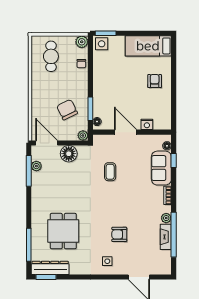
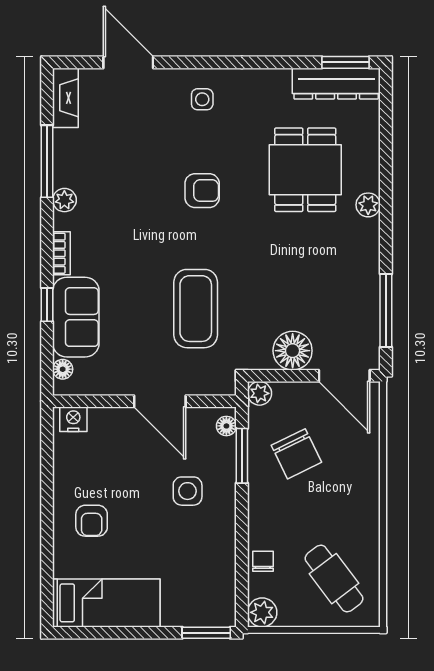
side table: (102, 44) -> (188, 491), moved
cafe table: (51, 56) -> (334, 579), turned -37
nightstand: (147, 124) -> (73, 419), moved
window: (174, 161) -> (47, 305), moved
plant: (36, 166) -> (368, 205), moved
coffee table: (110, 172) -> (196, 309), width x1.86, depth x1.72
armchair: (119, 234) -> (202, 191), moved
window: (174, 235) -> (47, 161), width x0.68
fireplace: (166, 237) -> (65, 98), moved
window: (29, 245) -> (386, 138), removed

